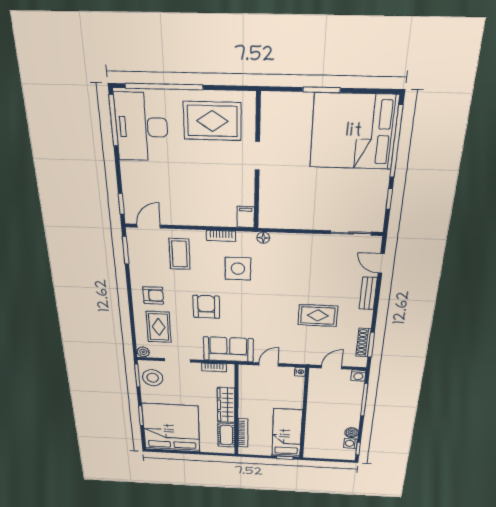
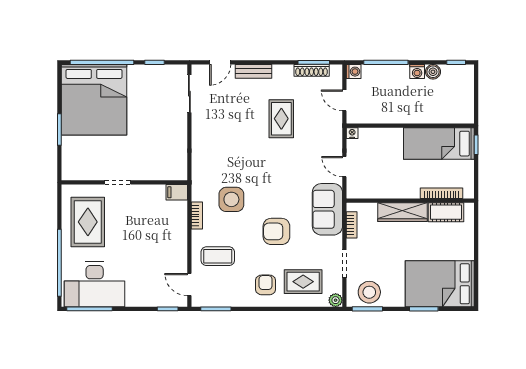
floor lamp: (263, 238) -> (197, 175), removed
bed: (171, 428) -> (440, 284), width x0.73
washing machine: (350, 443) -> (417, 72), moved

